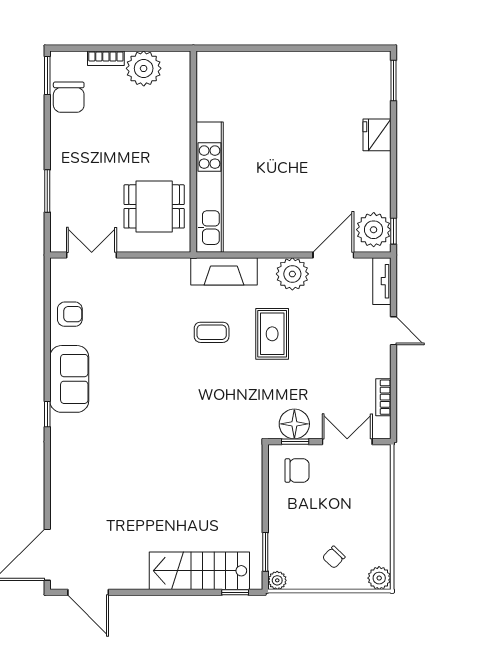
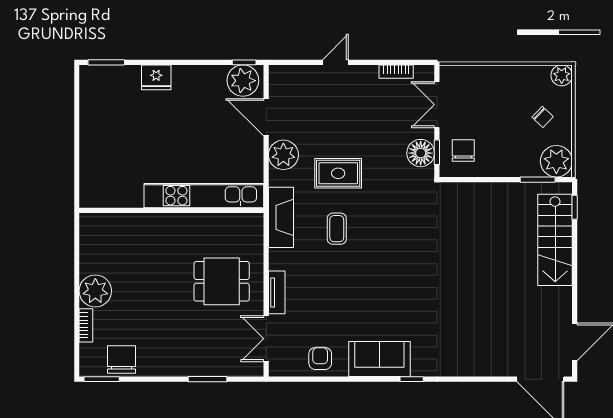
chair: (69, 97) -> (122, 359), turned -90
wall: (193, 152) -> (171, 210), moved
kitchen unit: (210, 187) -> (204, 196), moved
dining table: (154, 206) -> (222, 281), turned 90
tv unit: (382, 281) -> (277, 292), moved, turned -90
plant: (277, 580) -> (556, 161), width x1.87, depth x1.87

